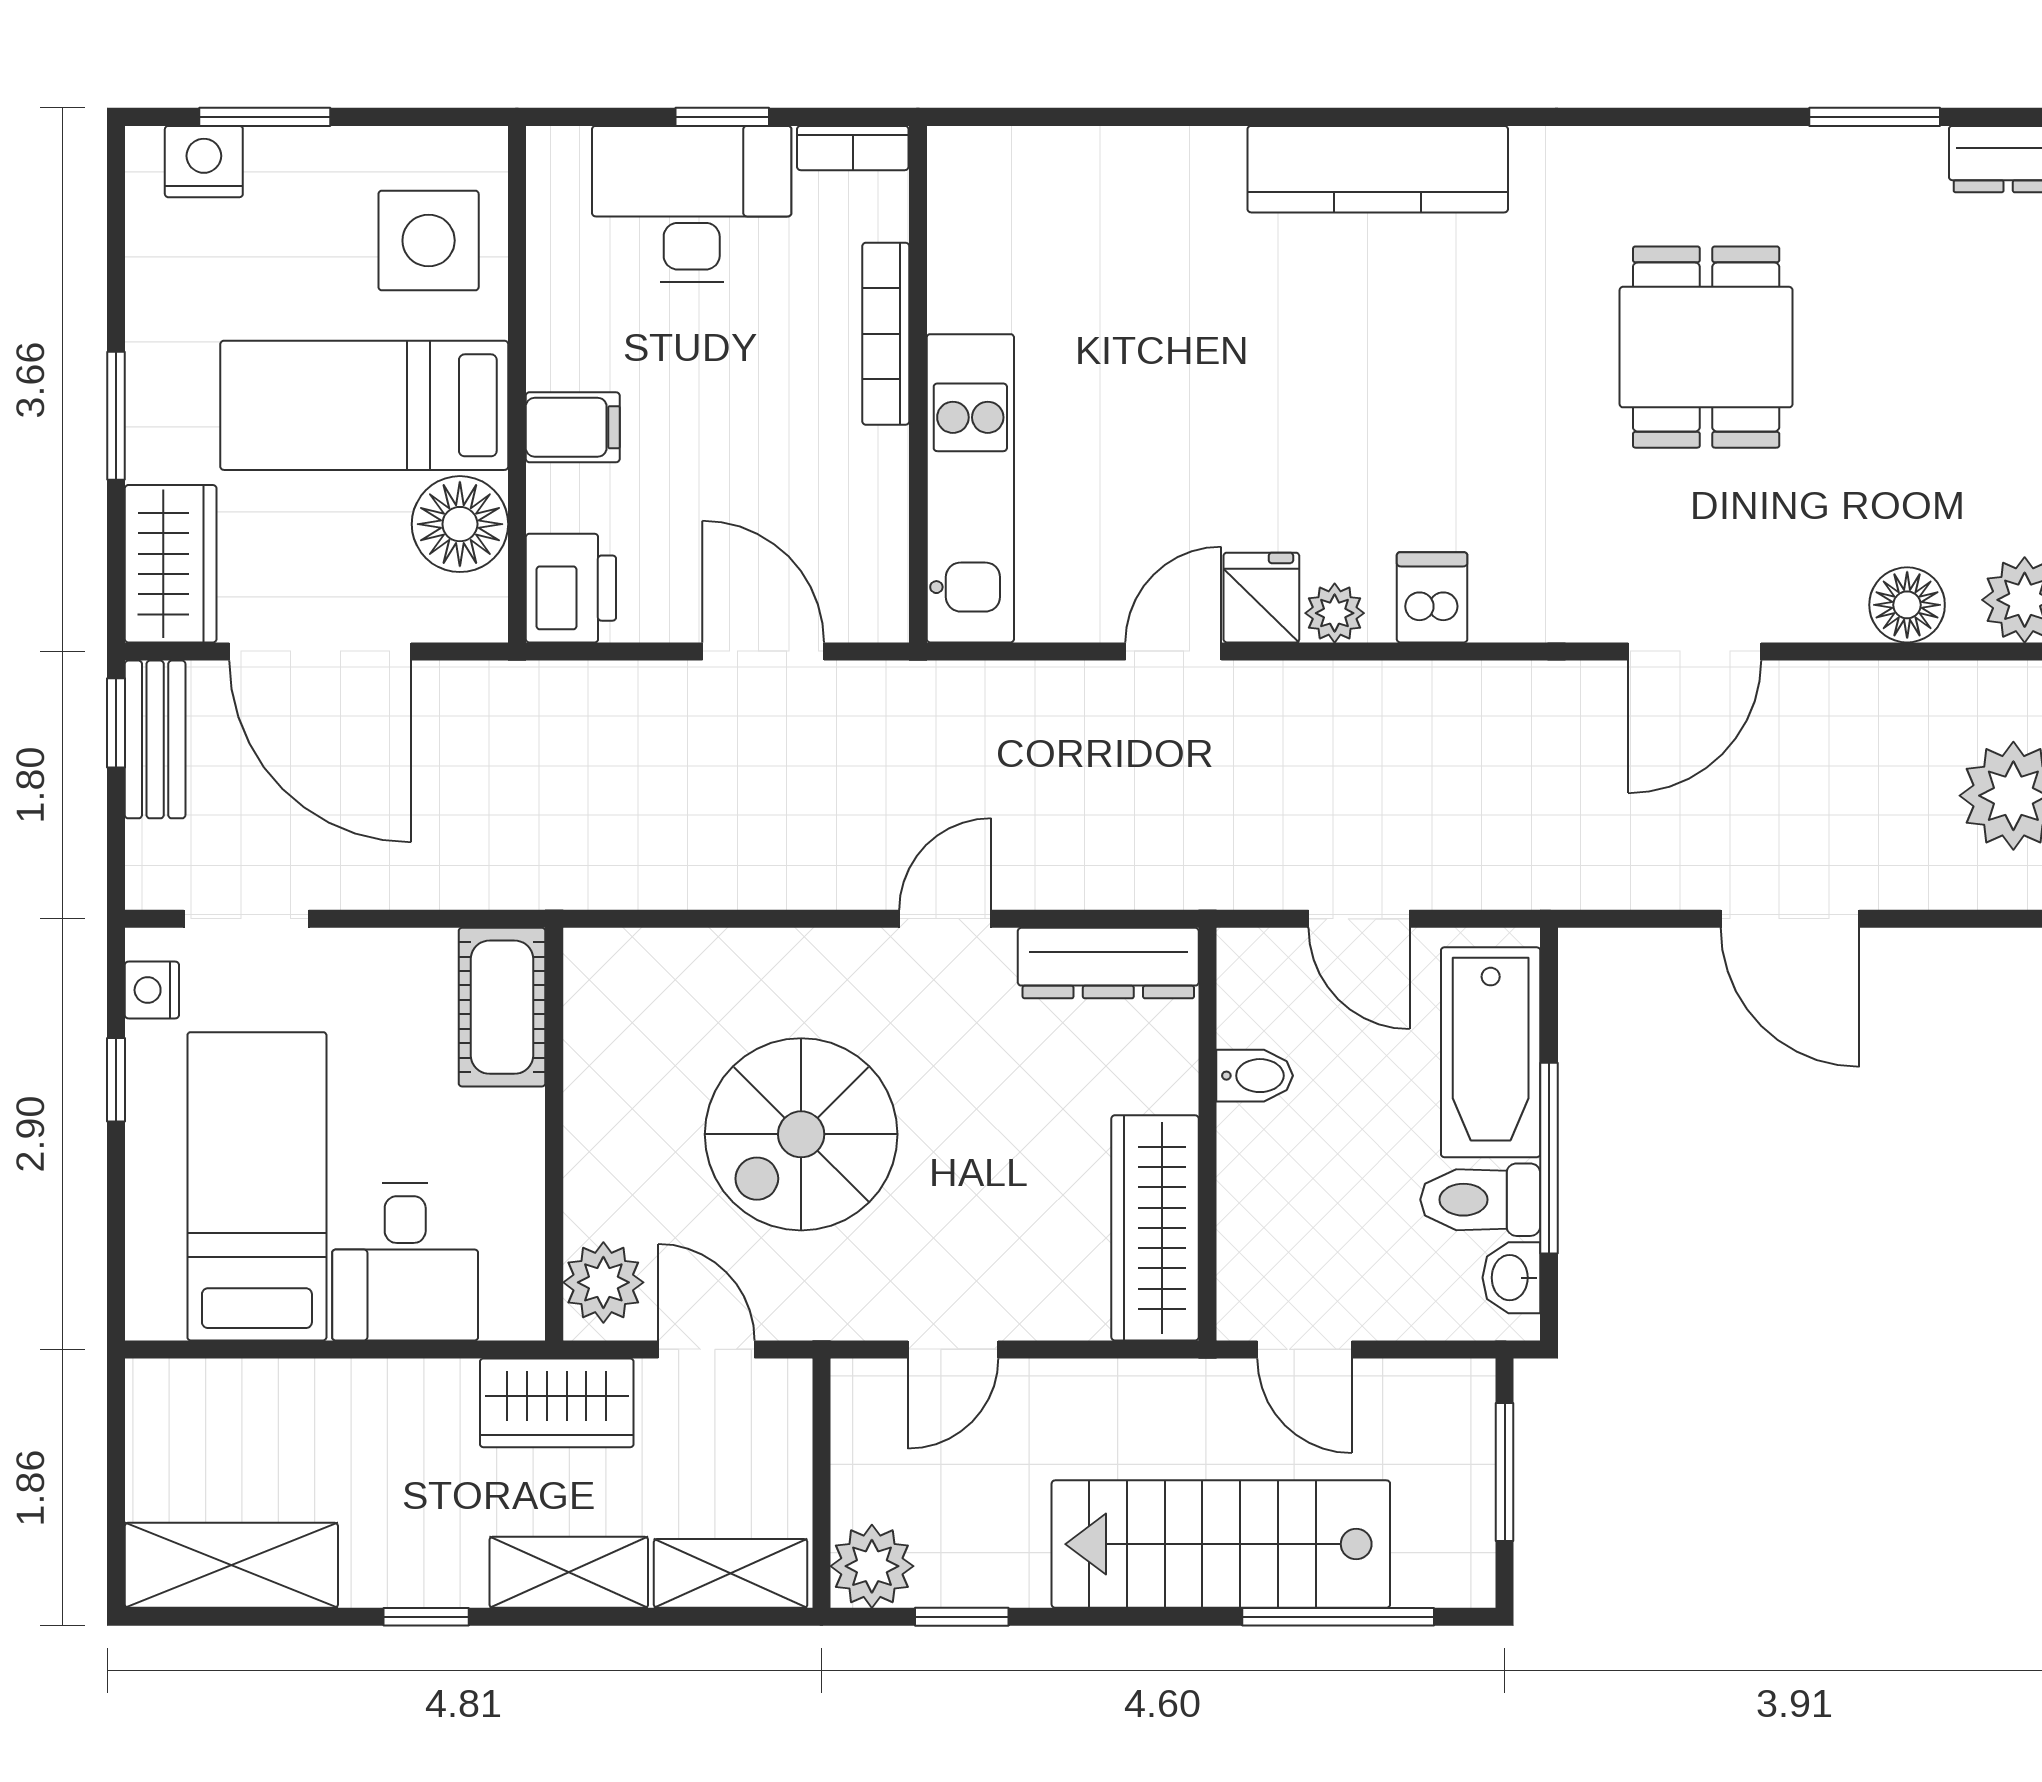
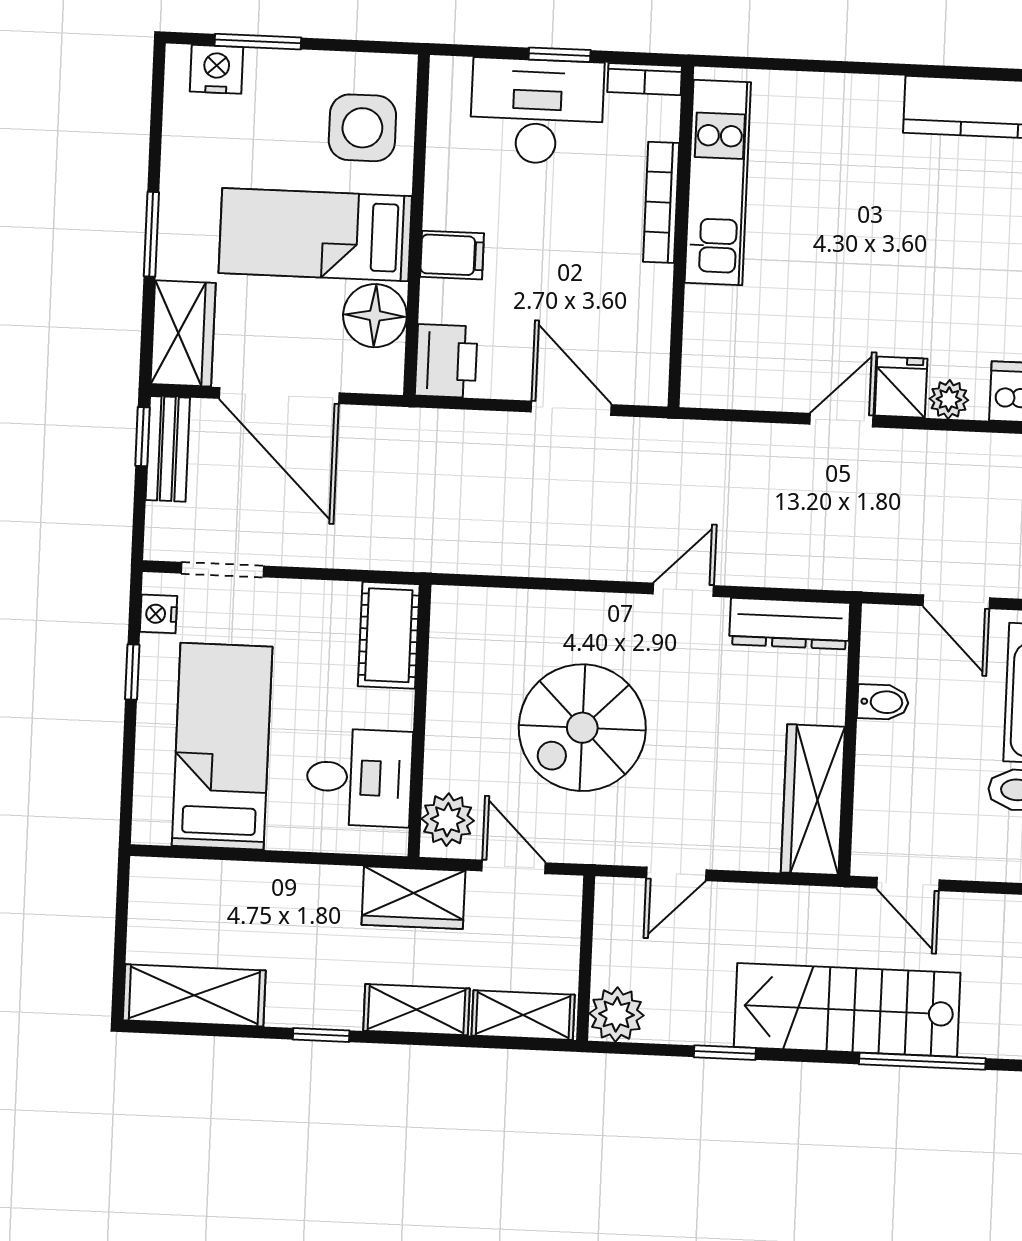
kitchen unit: (970, 488) -> (718, 182), moved
desk: (405, 1262) -> (359, 778), moved, turned -90
window: (962, 1617) -> (725, 1053), moved

